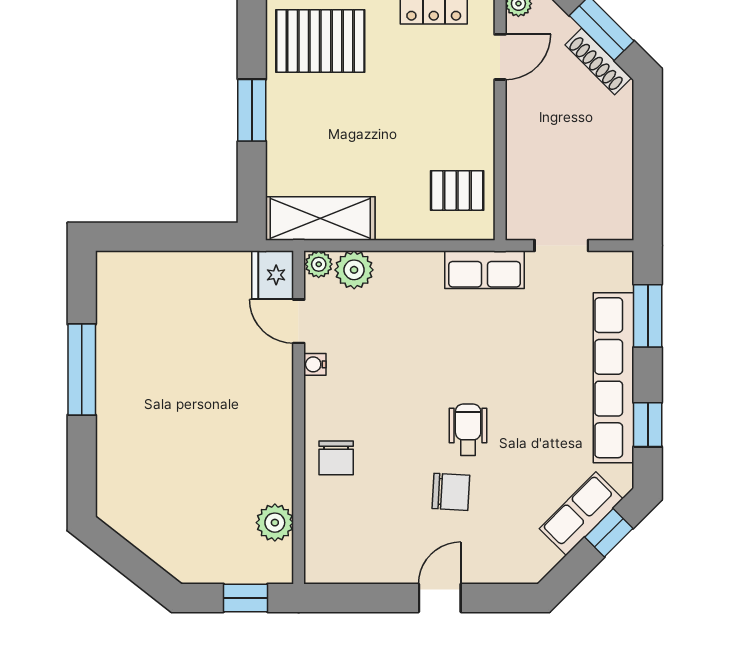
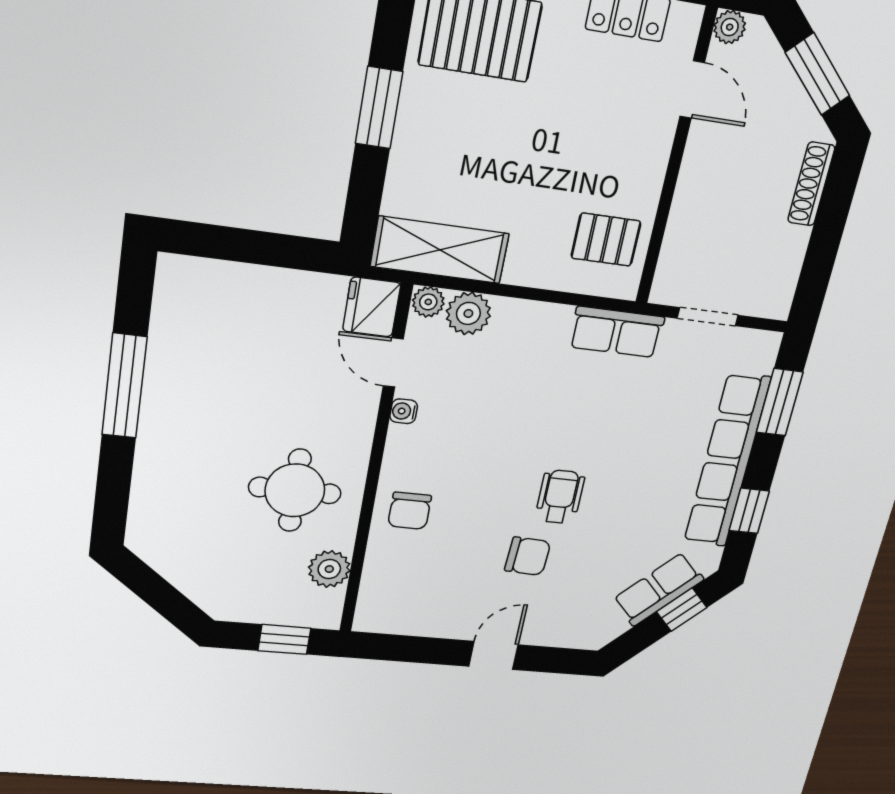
door: (500, 57) -> (692, 90), hinge flipped
shoe rack: (598, 61) -> (811, 184), moved, turned 45
round table: (234, 449) -> (295, 490), added

